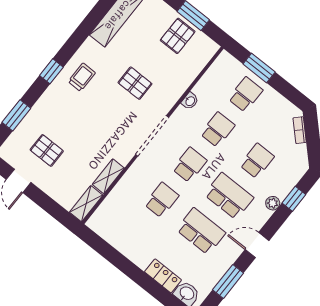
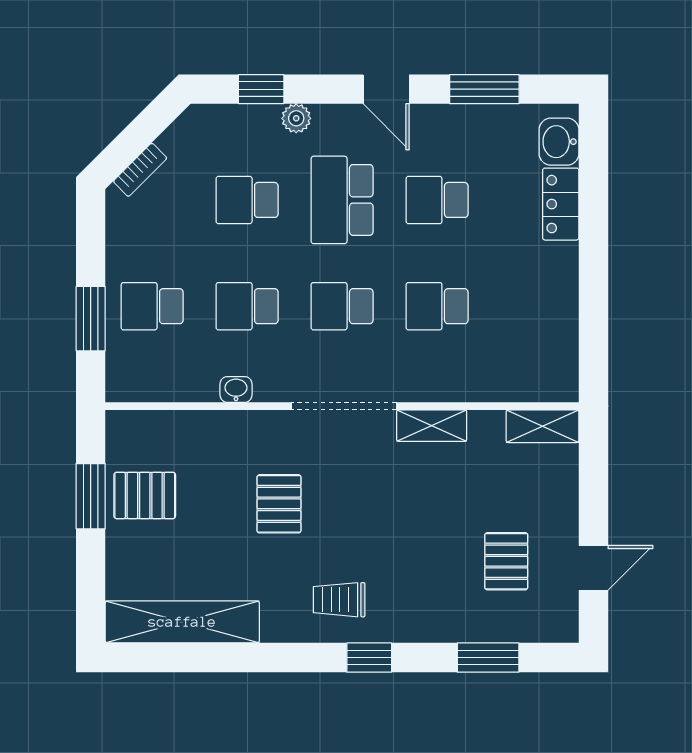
shelving: (108, 176) -> (432, 426), moved
school desk: (201, 231) -> (437, 200), width x0.54

